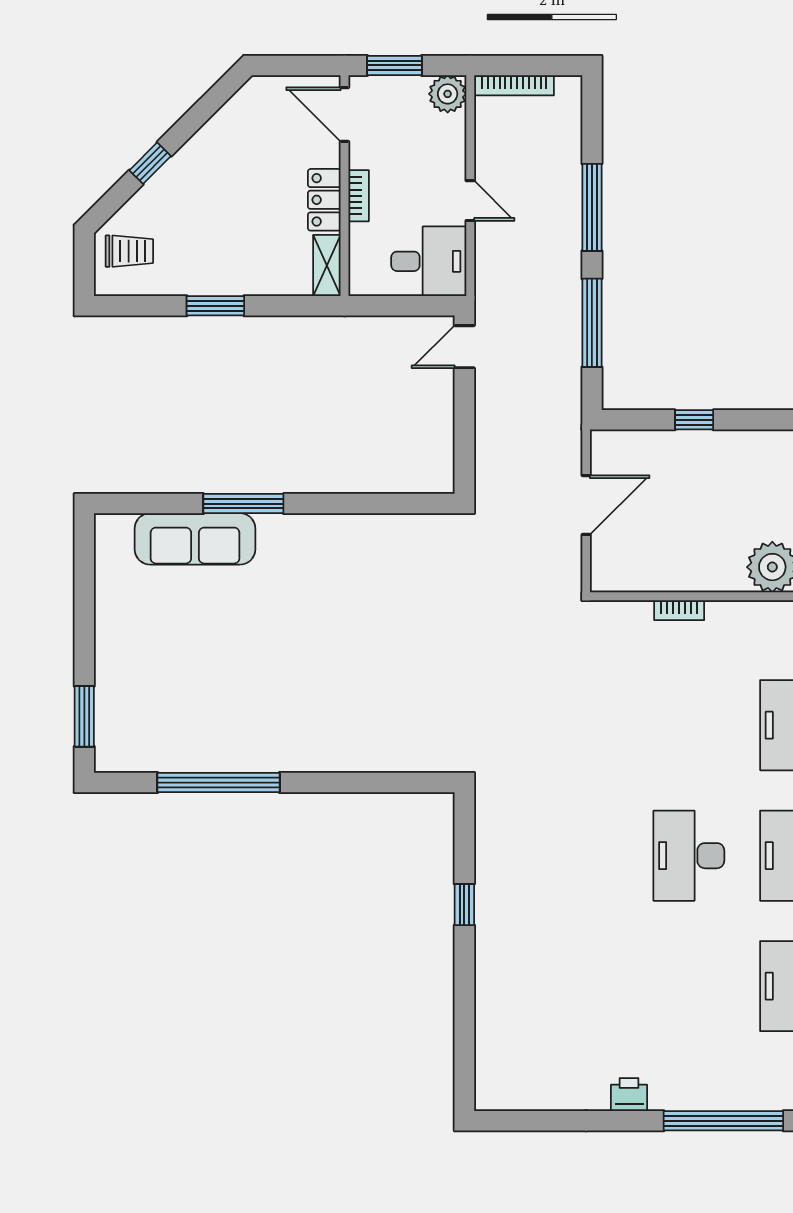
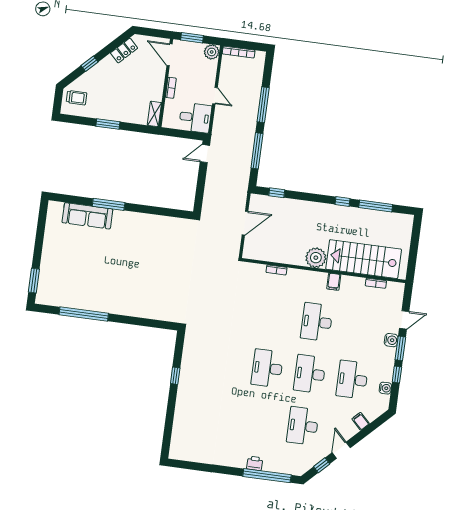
locker: (324, 200) -> (124, 51), moved, turned -135
window: (694, 420) -> (277, 193), moved
printer: (629, 1095) -> (255, 463), moved

